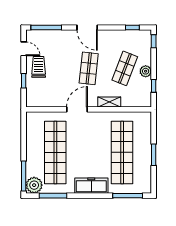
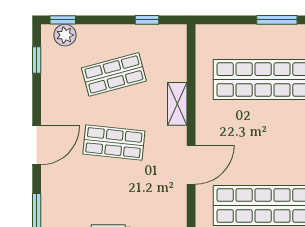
shop shelf: (125, 68) -> (114, 74), turned -36
plant: (146, 71) -> (65, 35), moved
door: (77, 109) -> (191, 165), swing flipped

